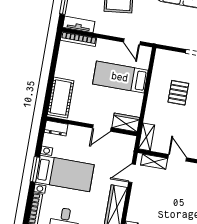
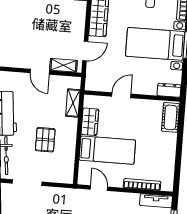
bookcase: (79, 39) -> (142, 184), moved
cot: (61, 98) -> (170, 117), width x0.73, depth x0.75
wardrobe: (126, 123) -> (90, 122), moved, turned -90
shelving: (146, 137) -> (73, 103), moved

